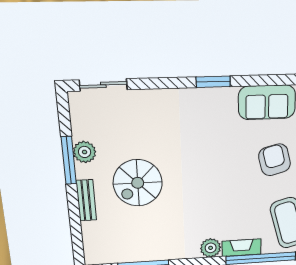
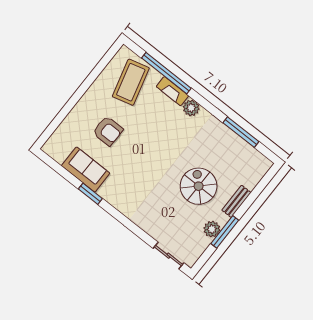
window: (213, 82) -> (90, 194), moved
armchair: (275, 160) -> (108, 131), turned -76
spiral stairs: (138, 183) -> (199, 186), turned -90

